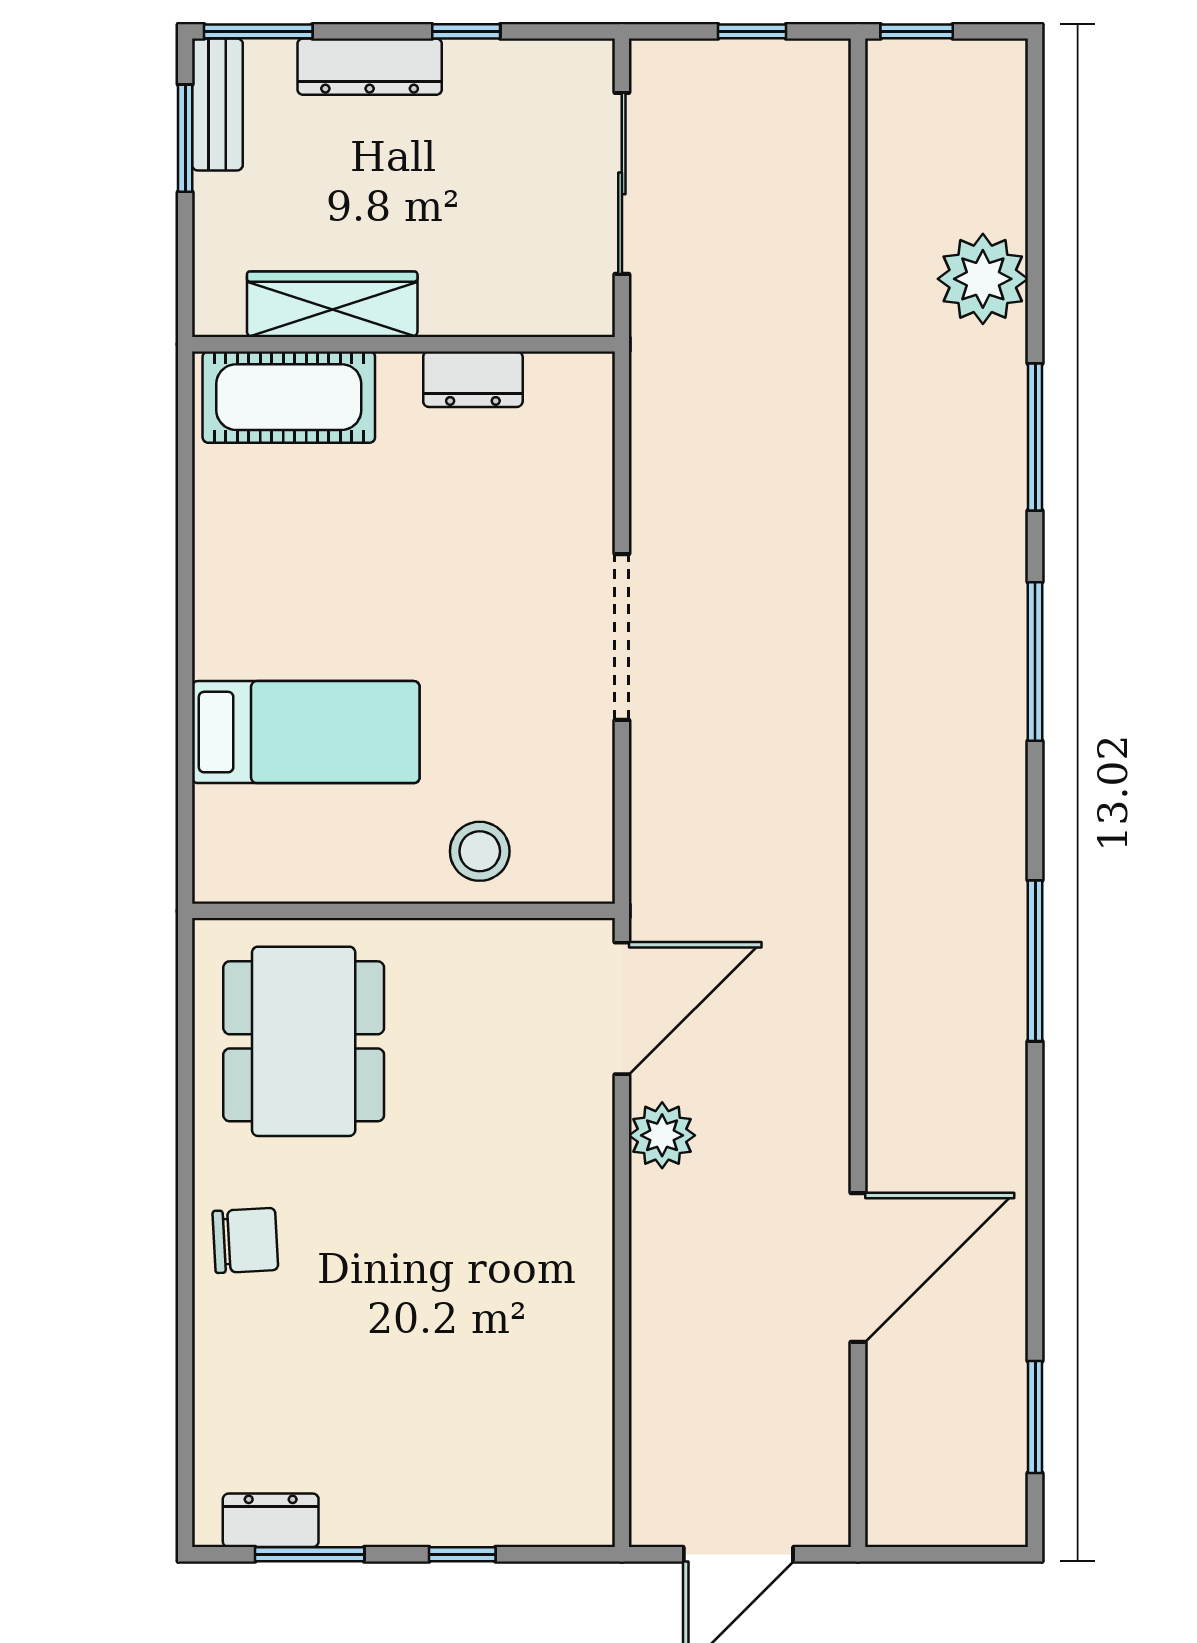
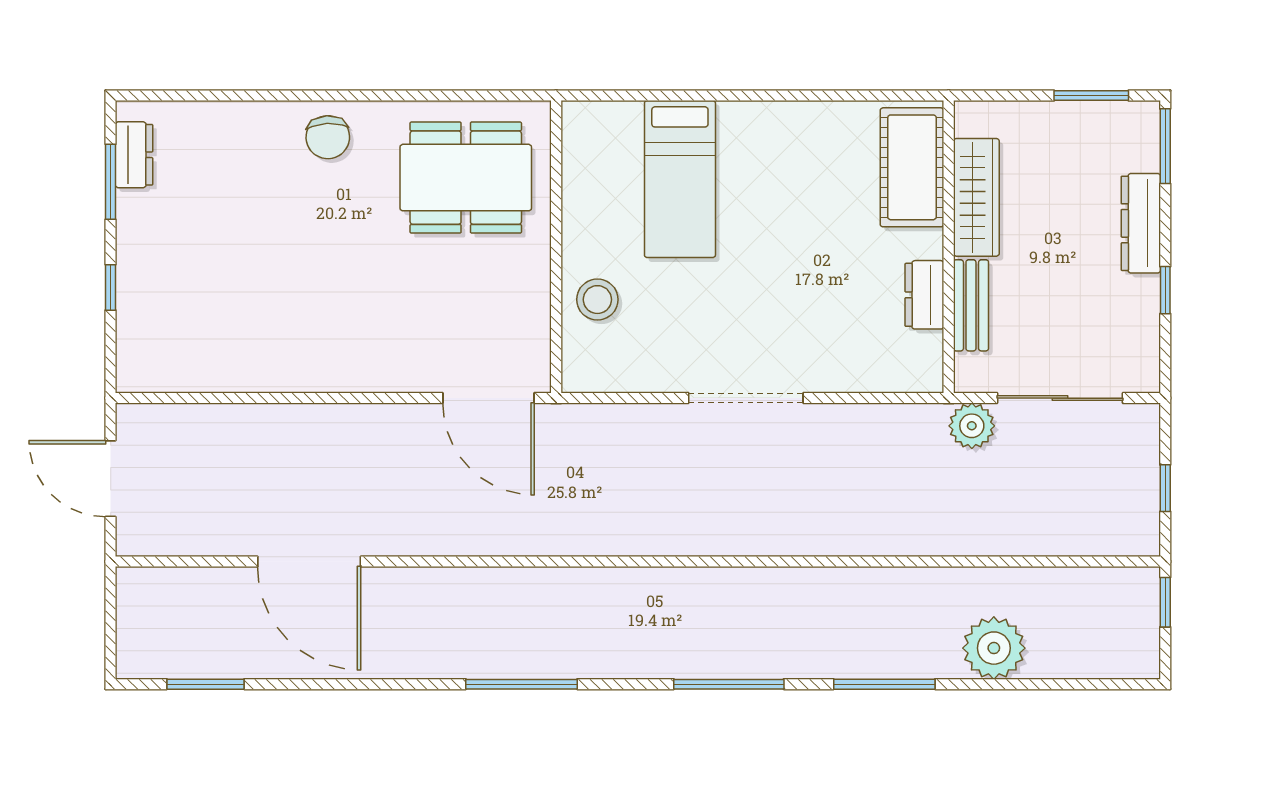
bench: (217, 104) -> (971, 305), moved, turned 90
plant: (662, 1135) -> (972, 426), moved

